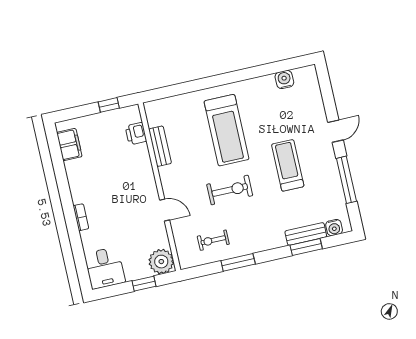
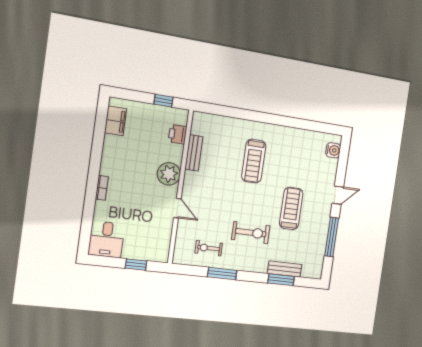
water cooler: (284, 80) -> (333, 150), moved, turned 90
treadmill: (227, 130) -> (254, 161), width x0.73, depth x0.73
exercise bike: (230, 190) -> (251, 233), moved
water cooler: (334, 228) -> (308, 272), removed
plant: (161, 262) -> (169, 174), moved

